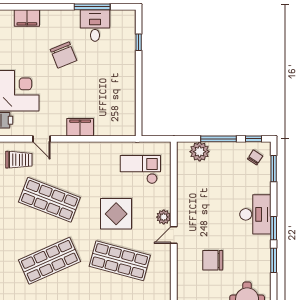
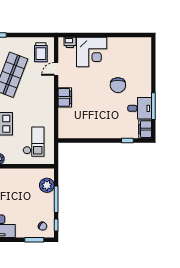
filing cabinet: (27, 18) -> (145, 129), moved
chair: (63, 55) -> (118, 85), turned -68

